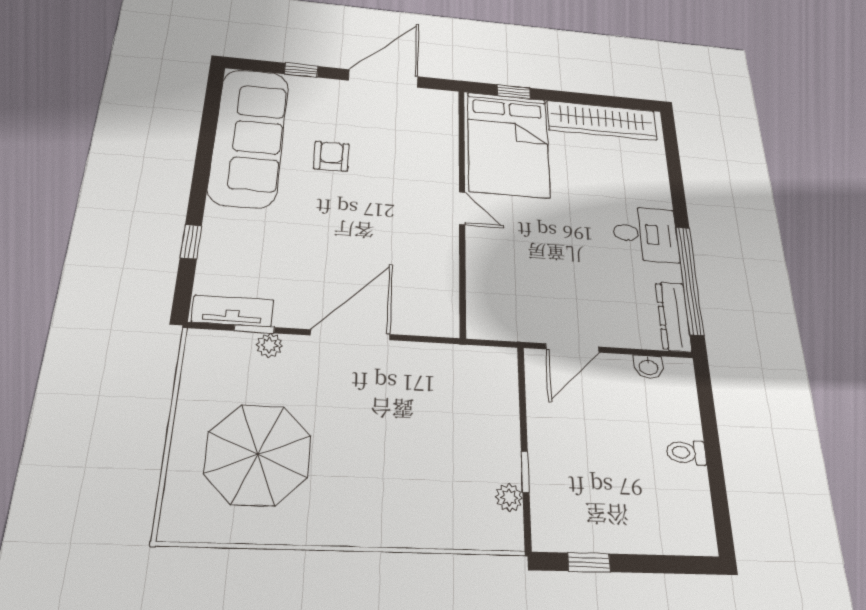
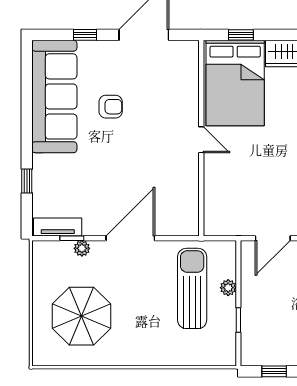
armchair: (331, 156) -> (111, 107), turned 90
sun lounger: (449, 417) -> (192, 288), added
plant: (509, 497) -> (228, 288), moved

